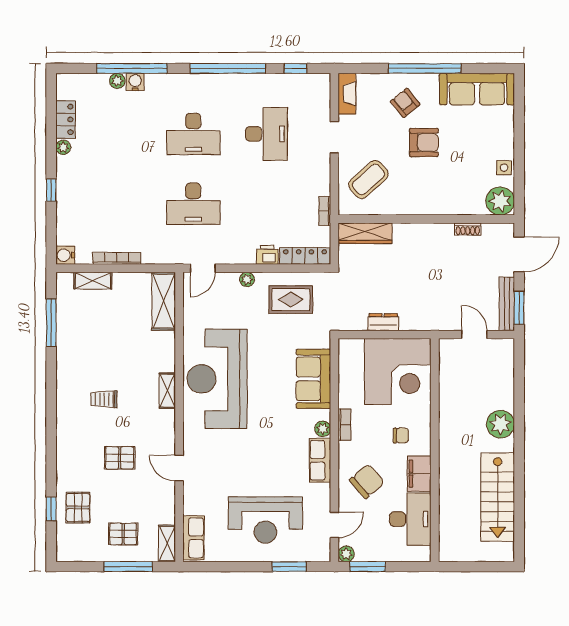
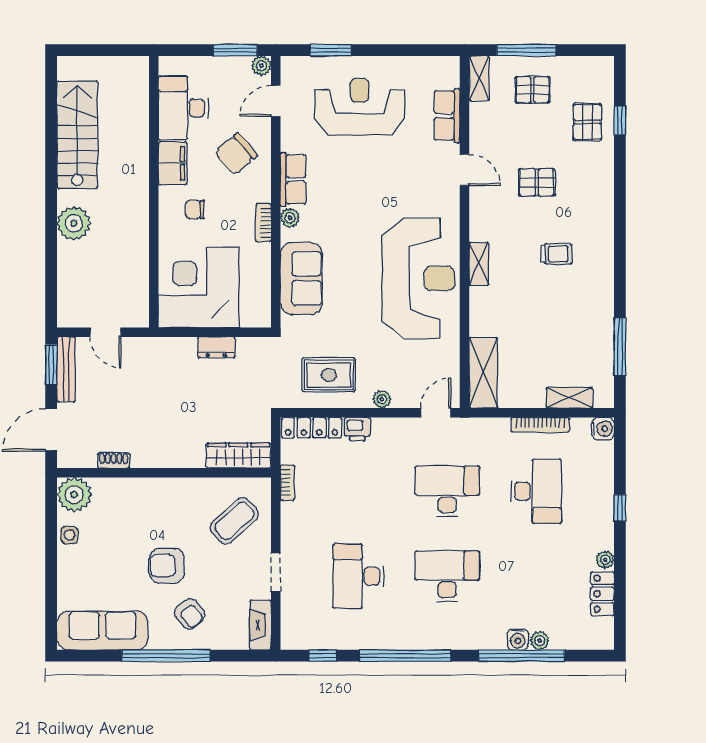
desk: (120, 204) -> (536, 491), added
row of seats: (193, 538) -> (447, 116), moved

